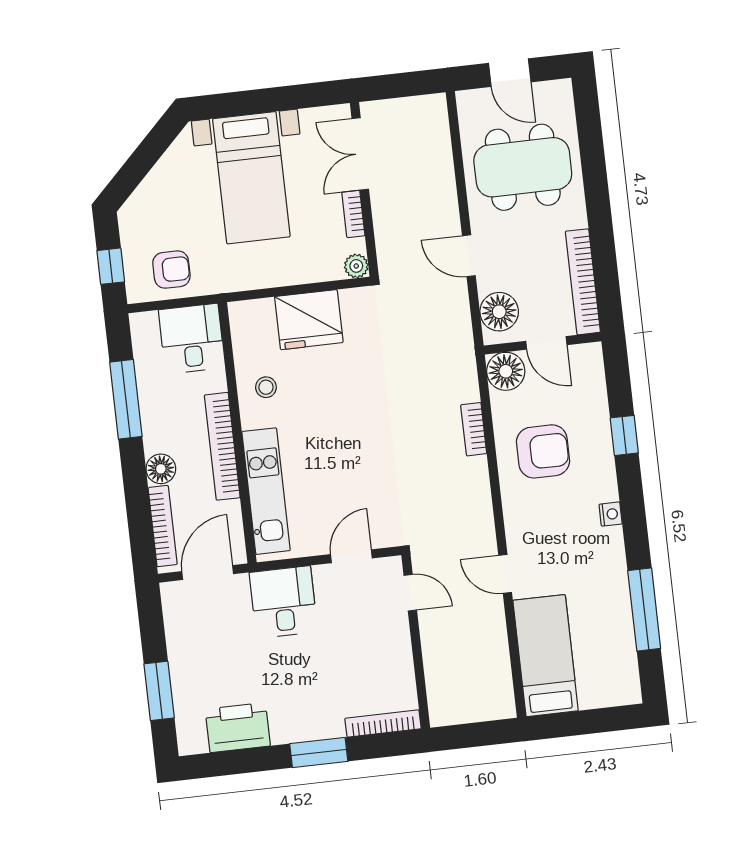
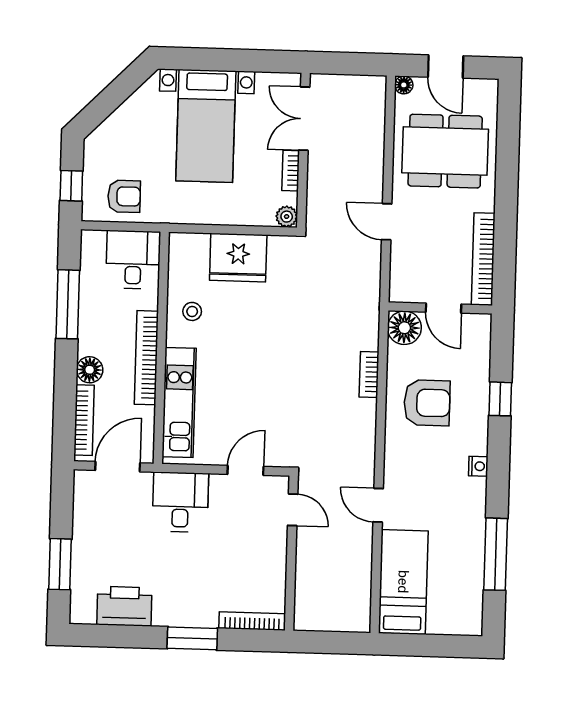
floor lamp: (499, 312) -> (404, 85), moved, width x0.53, depth x0.53

